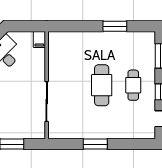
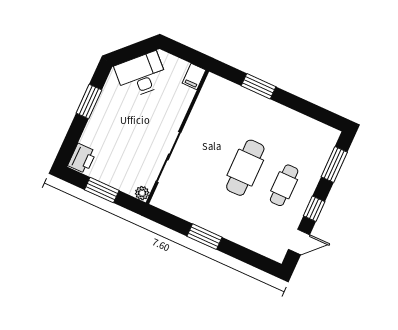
window: (115, 26) -> (259, 86), moved
plant: (40, 134) -> (142, 193), added

